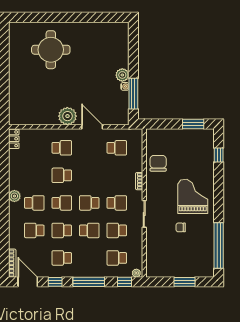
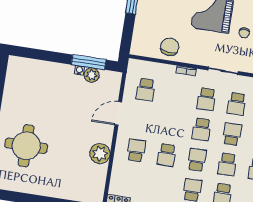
plant: (122, 75) -> (92, 75), moved
plant: (67, 116) -> (100, 154), moved
school desk: (117, 148) -> (146, 90), turned 180
chair: (158, 163) -> (170, 47), turned 96
school desk: (117, 203) -> (206, 99), turned 180

